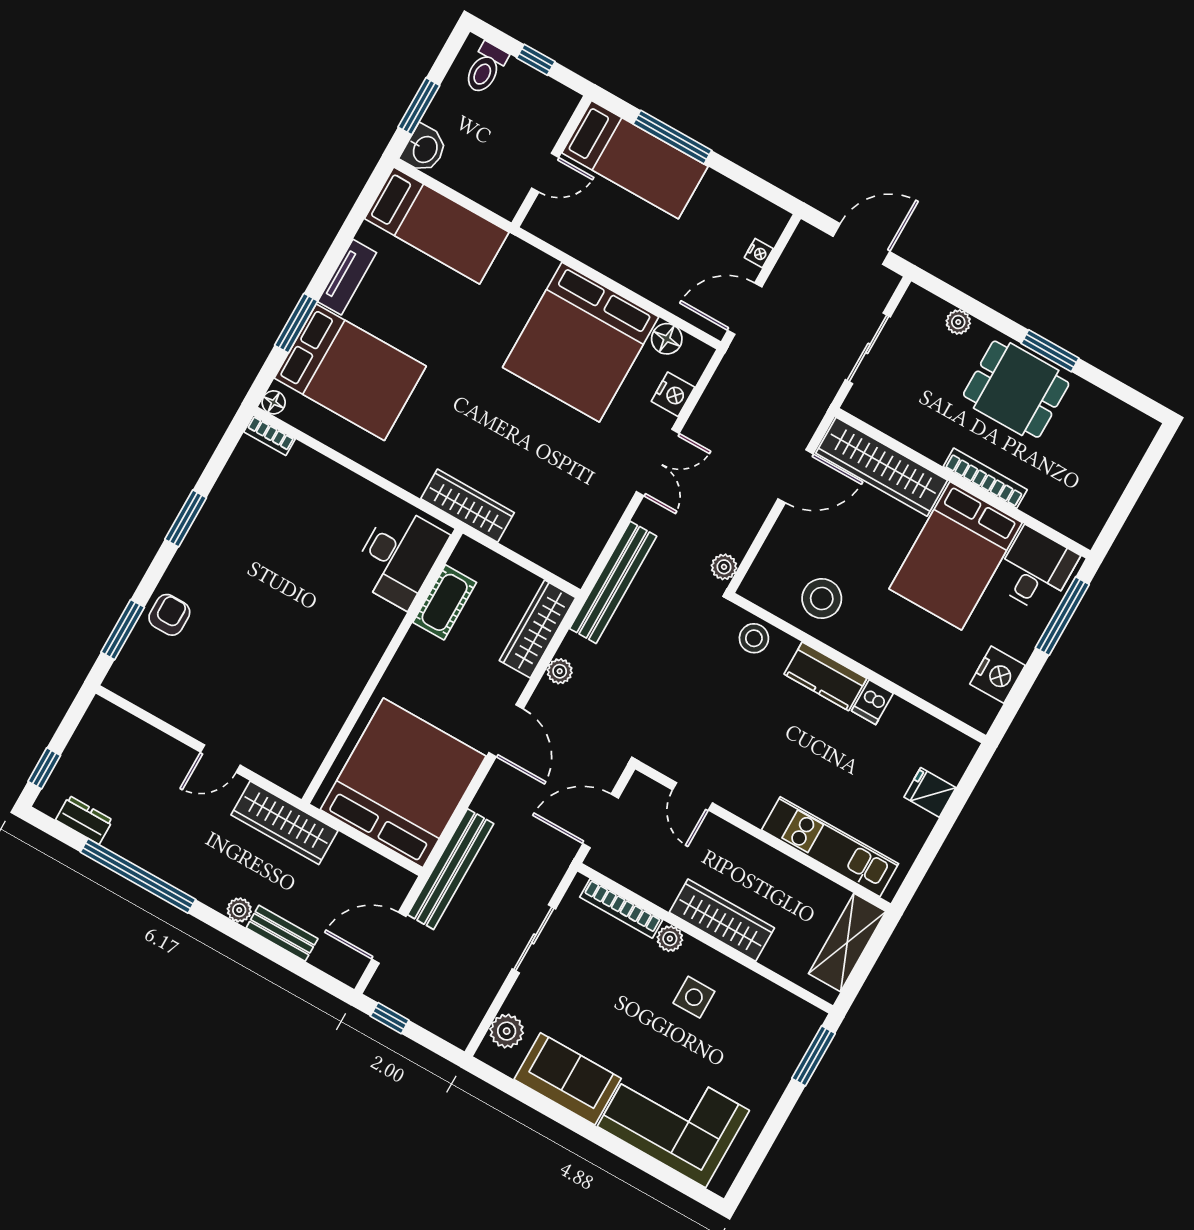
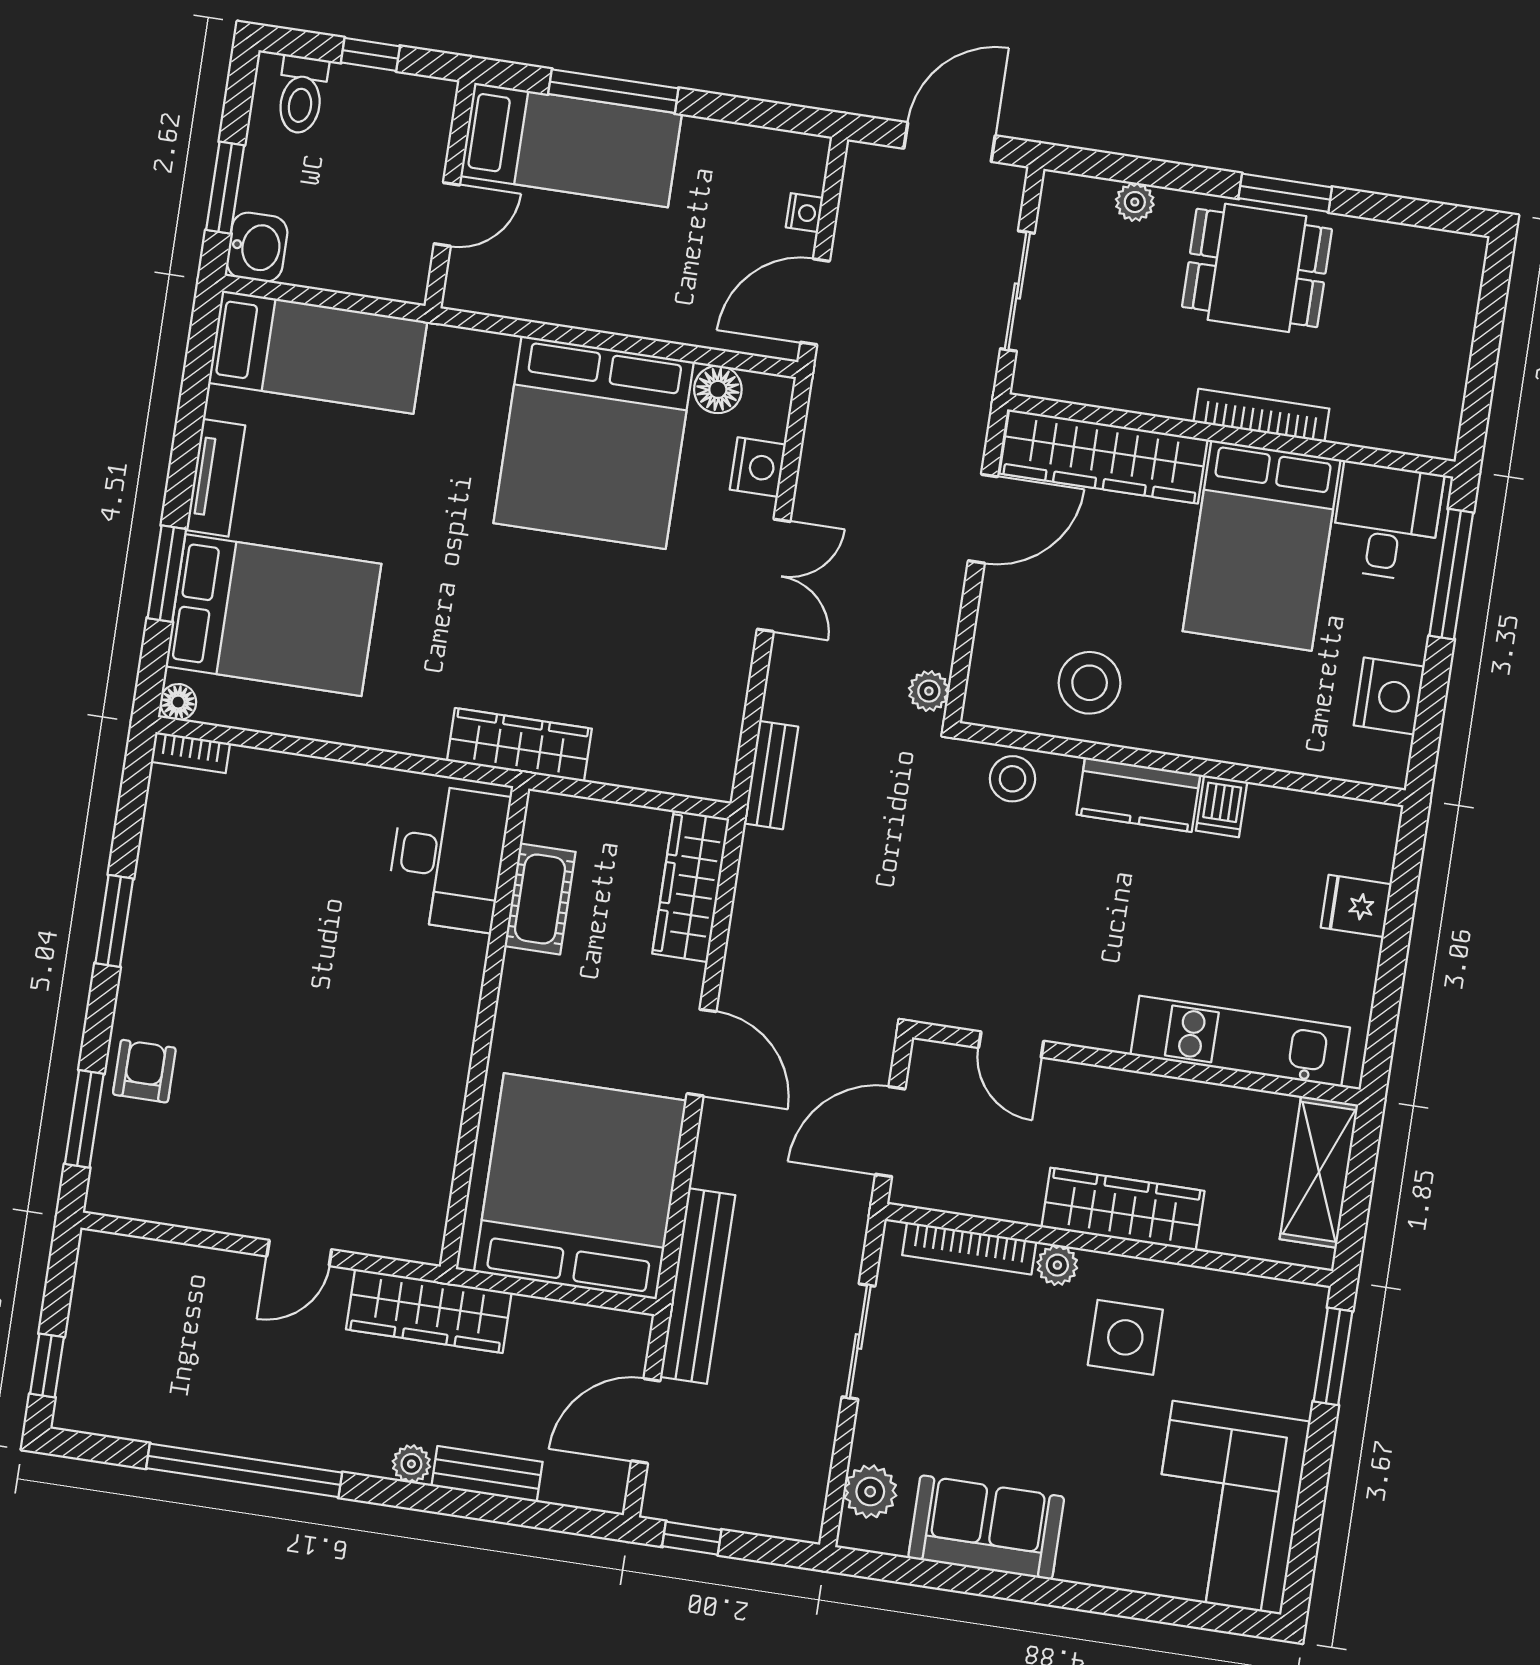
bench: (613, 582) -> (771, 775), width x0.54, depth x0.82
plant: (560, 671) -> (747, 936), removed
dresser: (84, 820) -> (134, 1419), removed
side table: (694, 997) -> (1125, 1337), width x1.37, depth x1.37
corner sofa: (673, 1118) -> (1227, 1508), moved, turned -90

